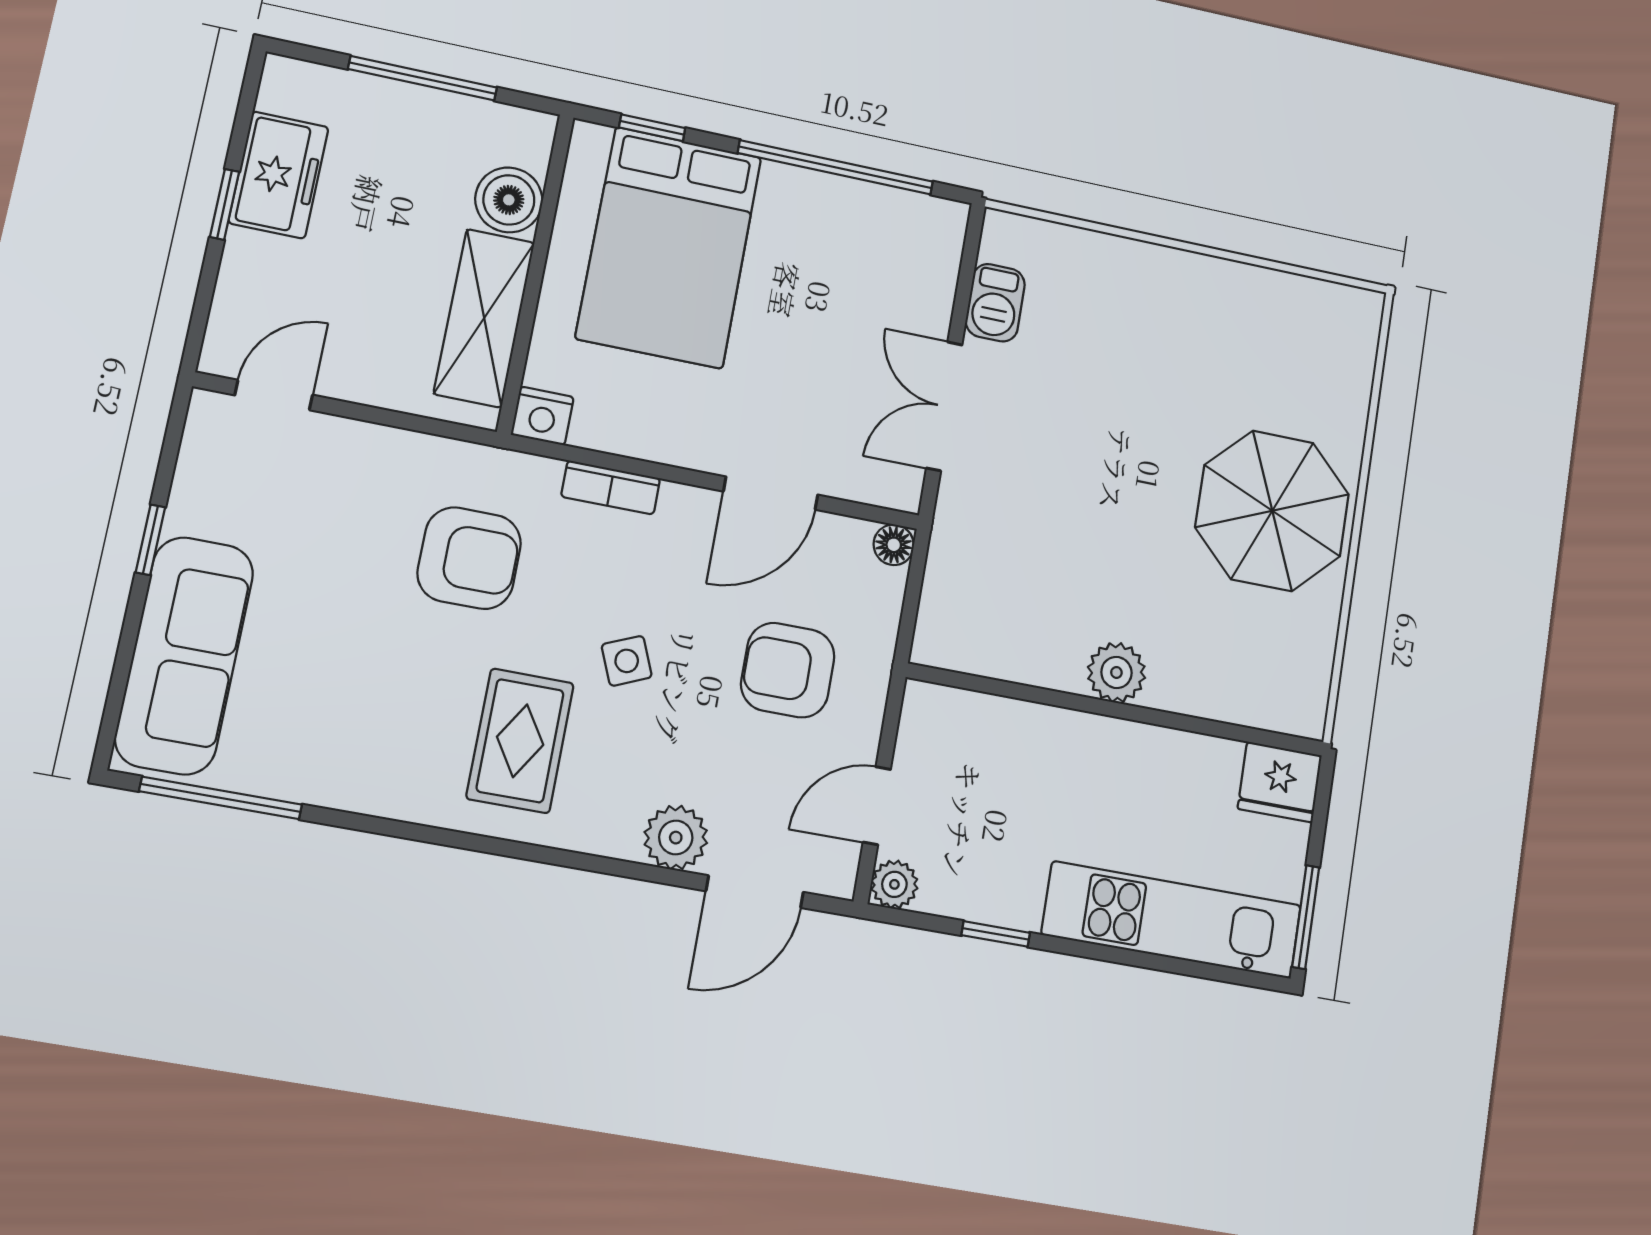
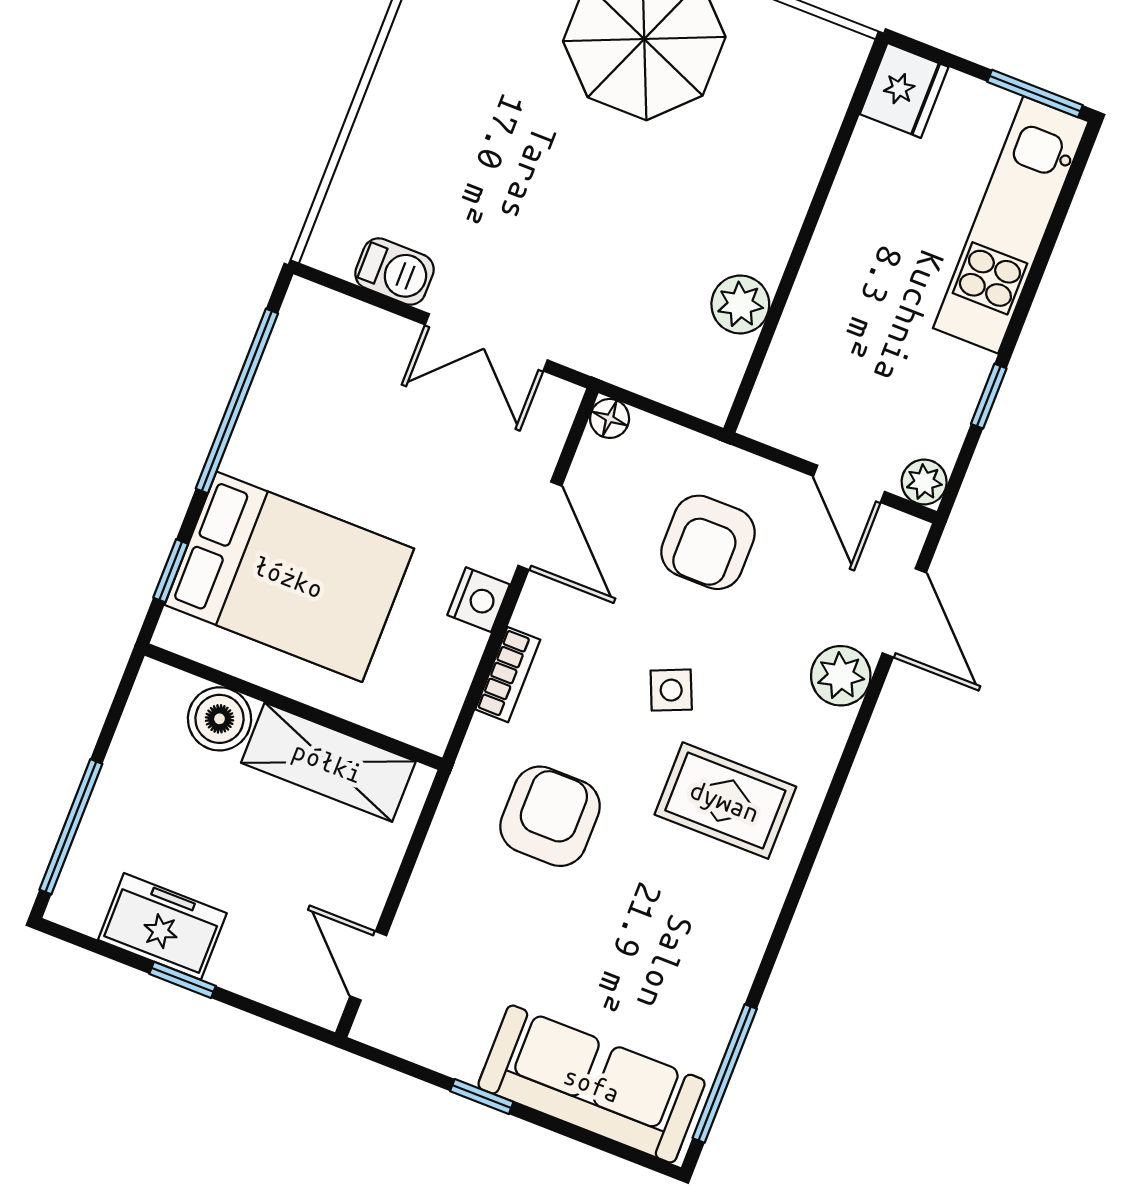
window: (423, 78) -> (71, 827), moved
nightstand: (542, 416) -> (479, 600), moved
plant: (1116, 672) -> (740, 304), moved

